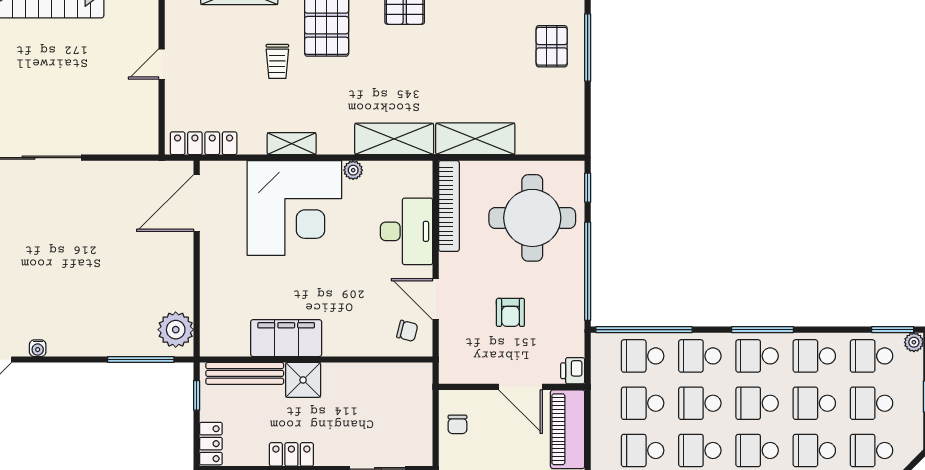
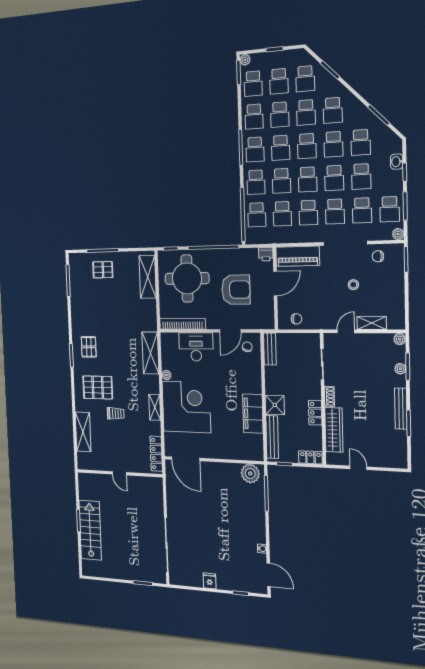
shelving: (475, 139) -> (148, 277), moved
armchair: (510, 312) -> (236, 290), width x1.88, depth x1.88
bench: (404, 374) -> (270, 349), added

